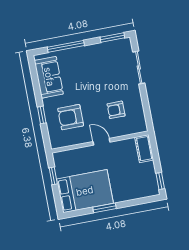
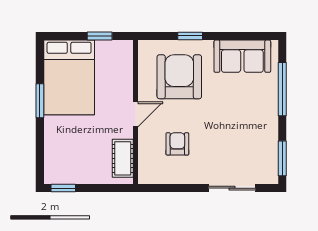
armchair: (71, 117) -> (179, 77), width x1.36, depth x1.36
cot: (144, 149) -> (123, 158), moved, turned 90

